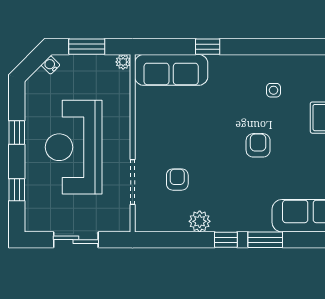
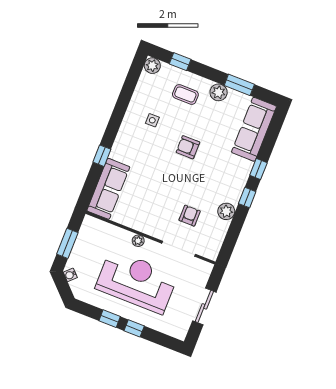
plant: (123, 62) -> (138, 241), moved
reception desk: (74, 147) -> (137, 282), turned 180
armchair: (177, 180) -> (190, 216), turned 90
window: (17, 190) -> (134, 328), moved
window: (265, 240) -> (258, 169), width x0.67

